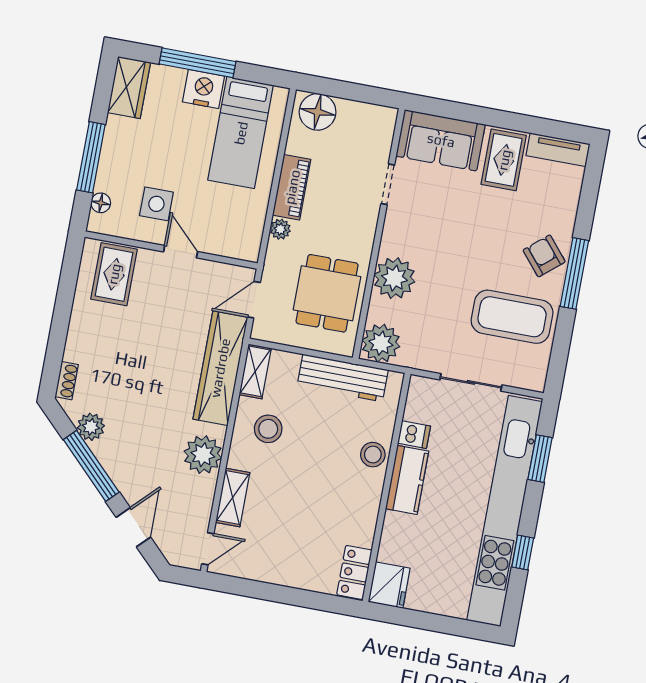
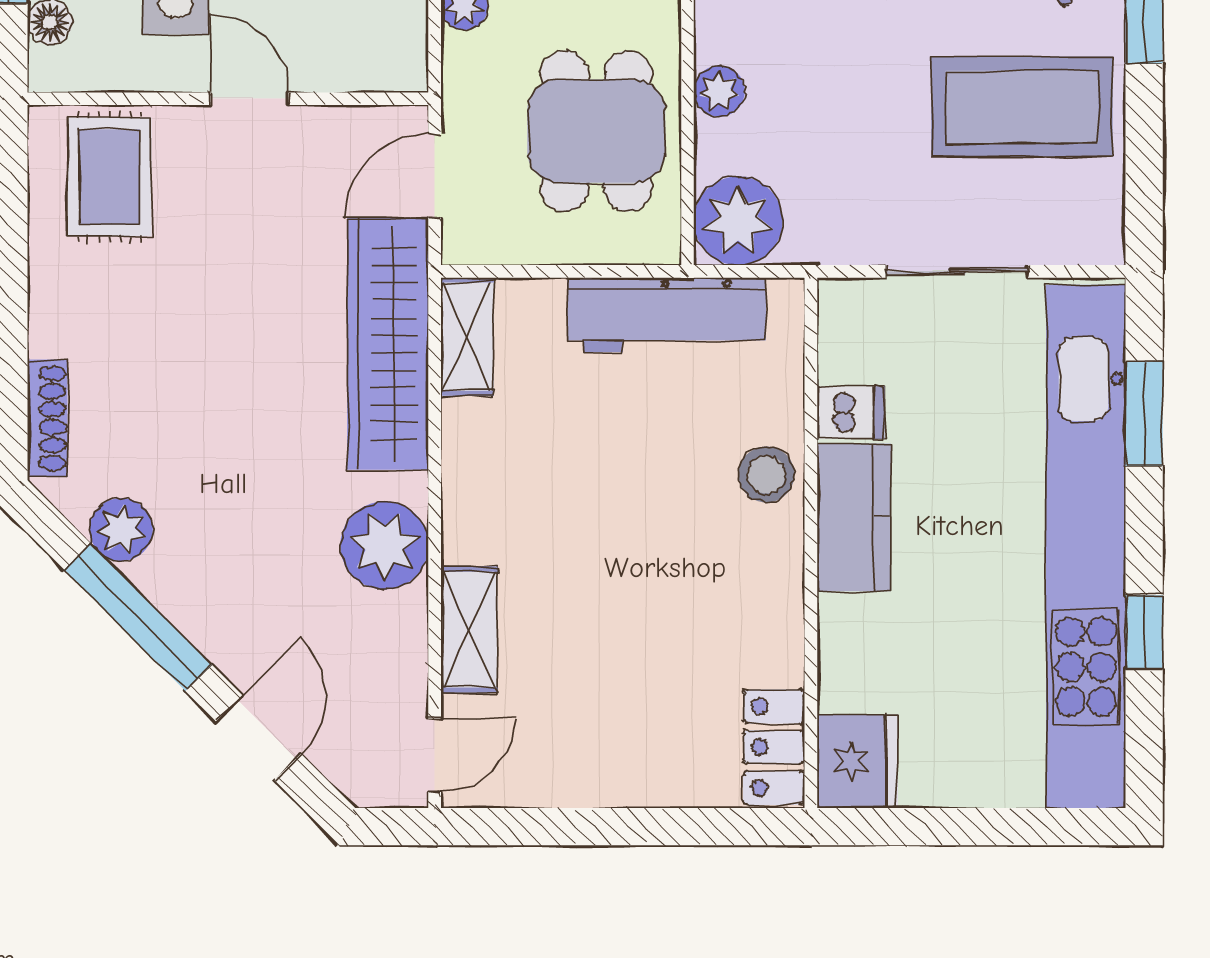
plant: (394, 278) -> (719, 91), width x0.53, depth x0.53
shoe rack: (67, 381) -> (47, 418), width x1.43
stool: (268, 429) -> (520, 460), removed

